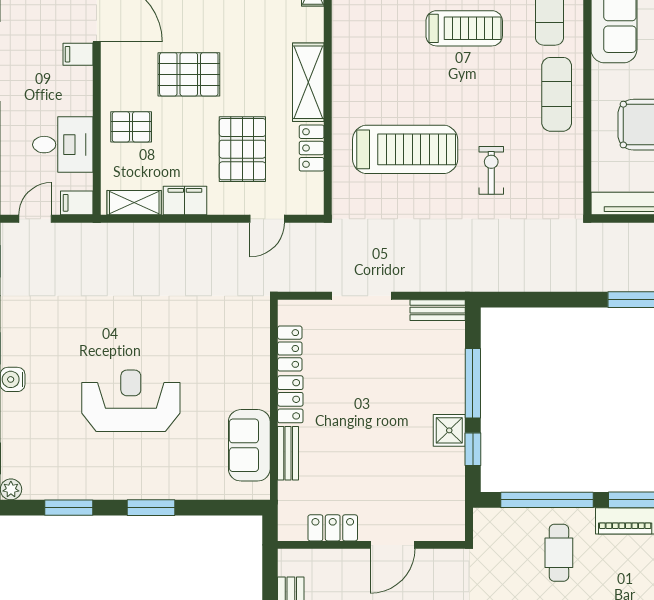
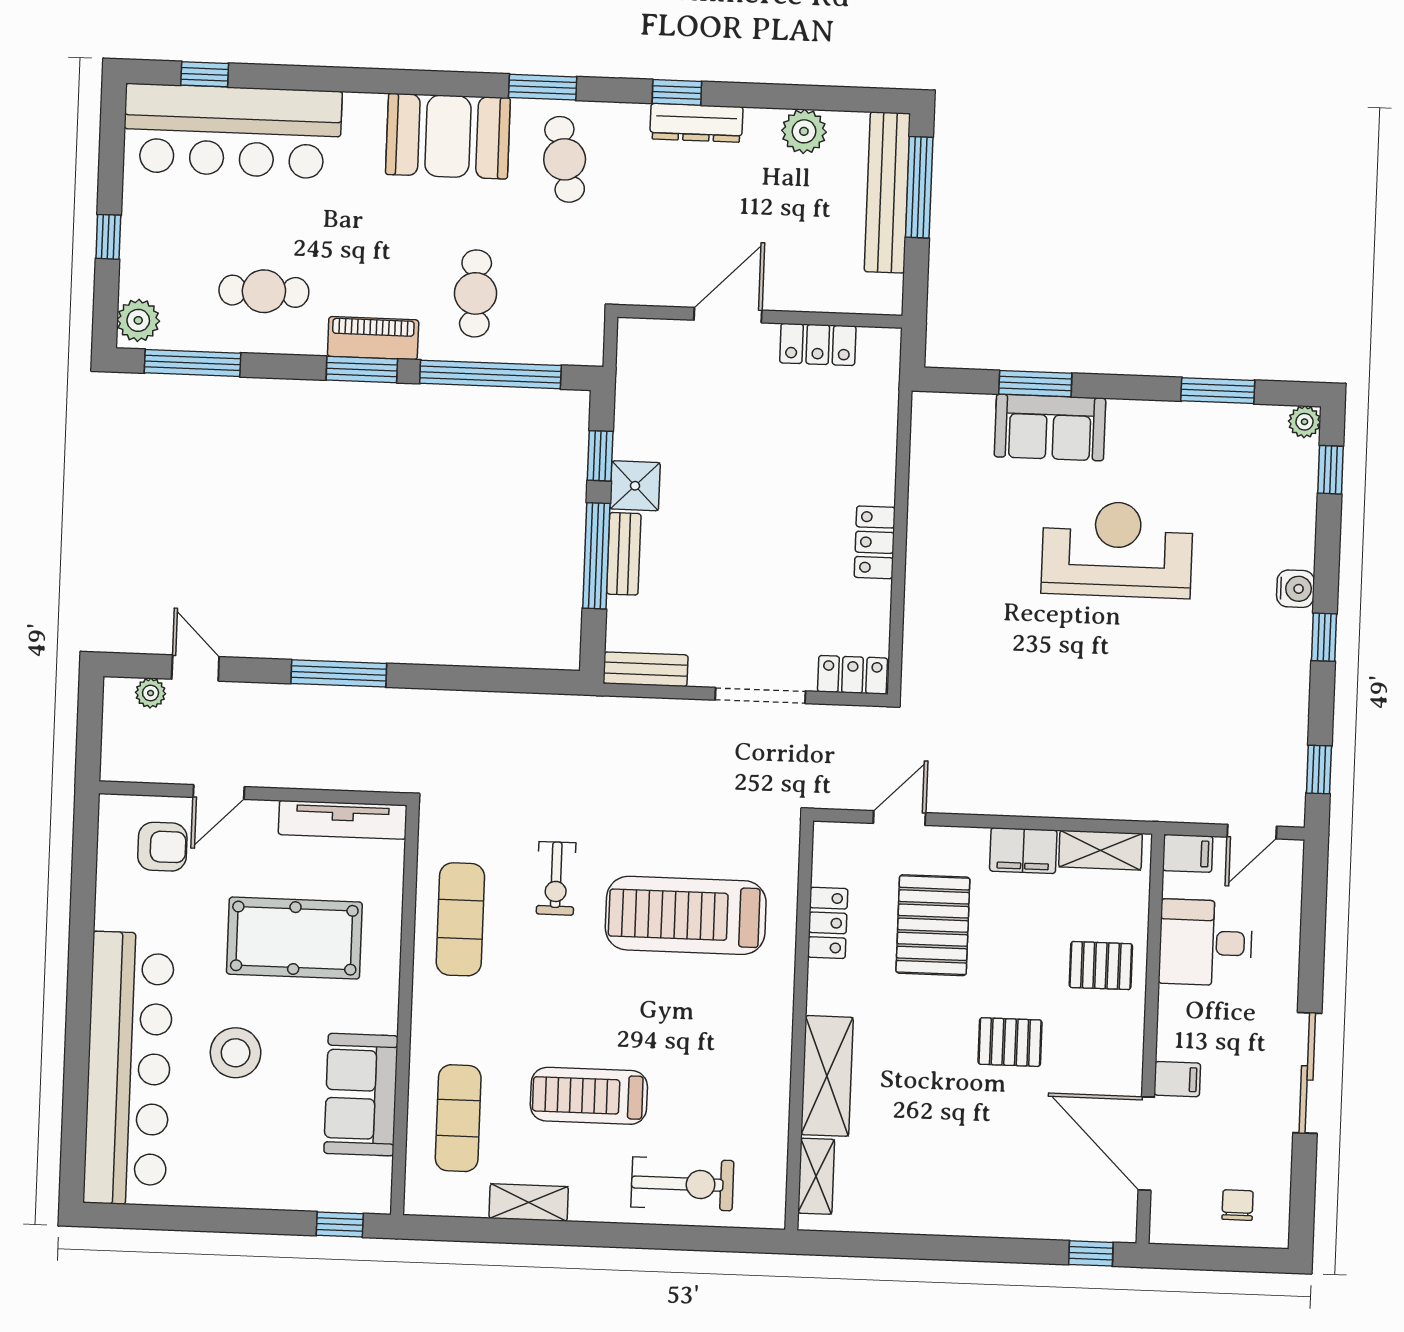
pallet: (189, 74) -> (1010, 1042), width x0.67, depth x0.71
shelving: (308, 82) -> (827, 1076), moved
exercise mat: (557, 94) -> (460, 919), moved
locker: (290, 348) -> (853, 675), moved, turned 90
reception desk: (131, 401) -> (1117, 549), turned 180
sofa: (249, 445) -> (1050, 427), moved, turned 90
bench: (288, 453) -> (624, 554), moved
window: (151, 508) -> (1035, 384), moved

